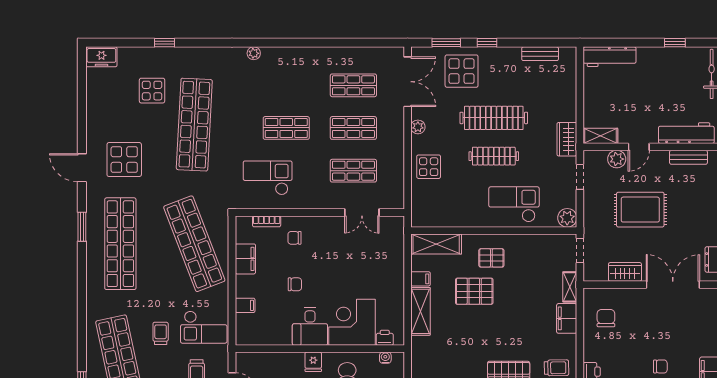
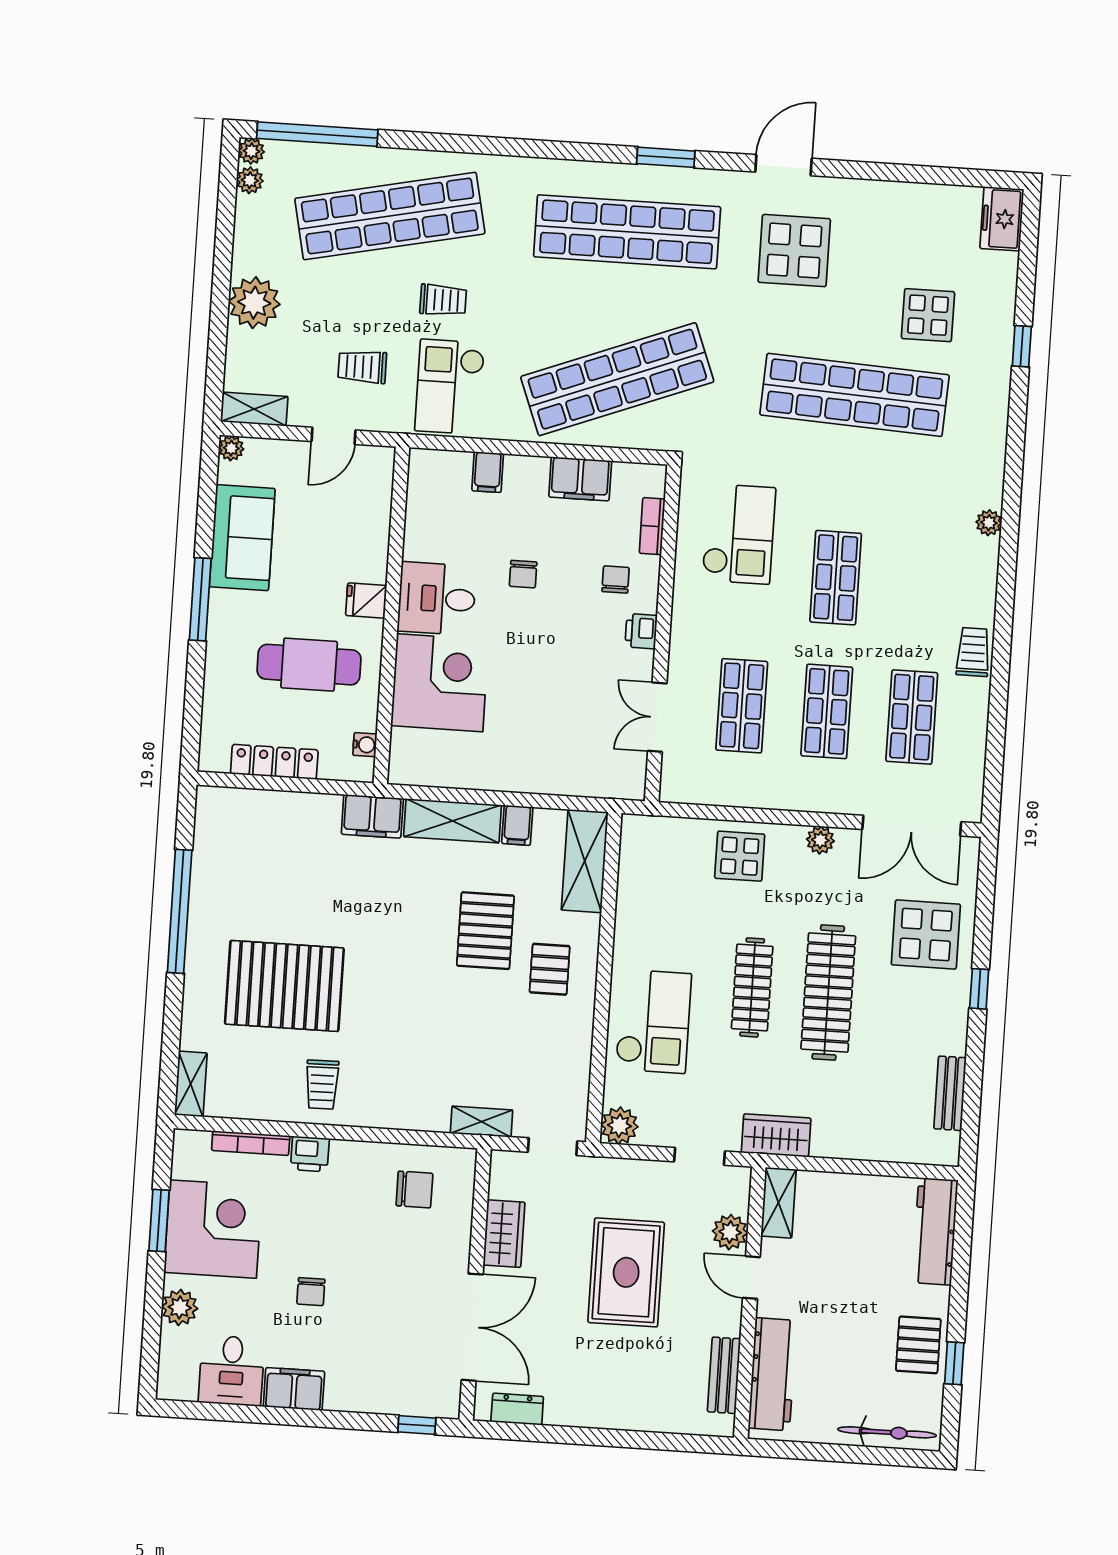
window: (446, 43) -> (985, 908), removed
trolley: (319, 57) -> (973, 652), added
pallet: (667, 61) -> (918, 1345), added
filing cabinet: (567, 318) -> (372, 816), moved, turned 180
printer: (385, 338) -> (641, 631), moved, turned 180

